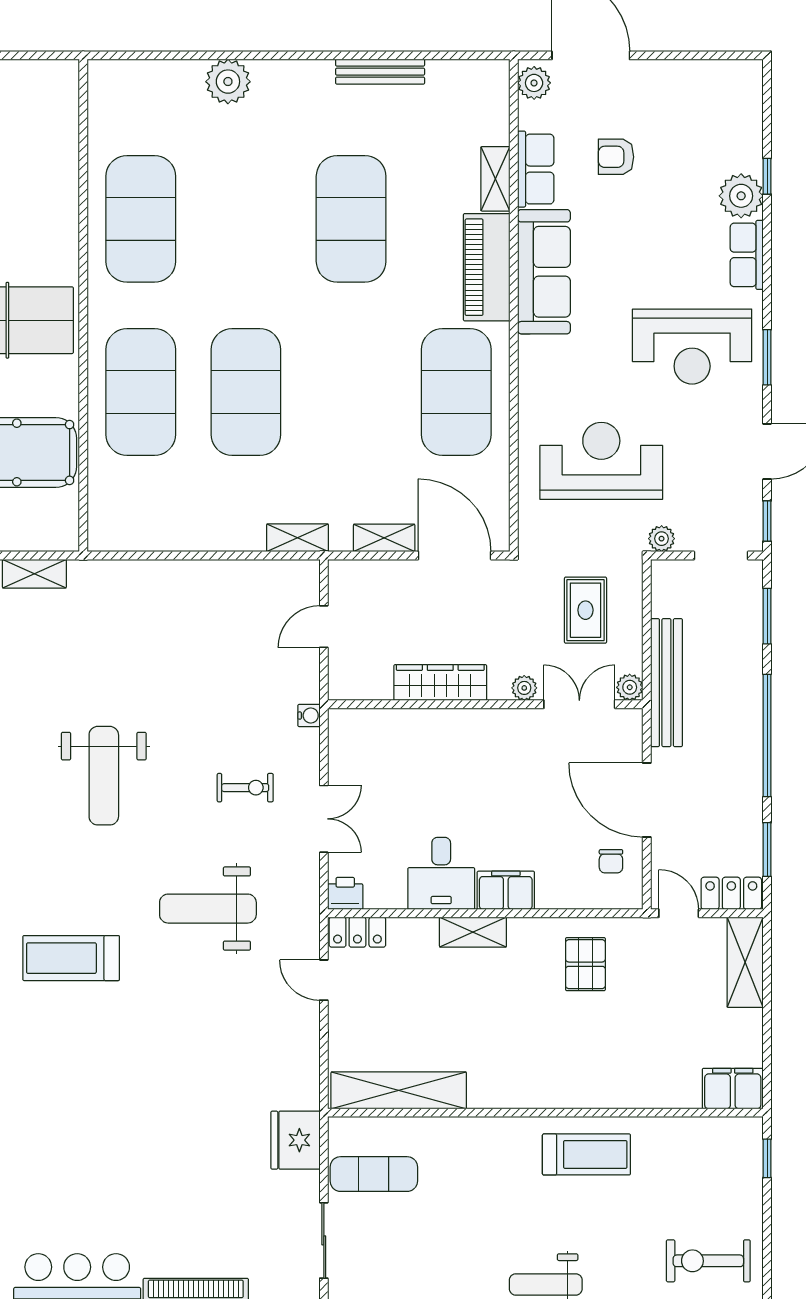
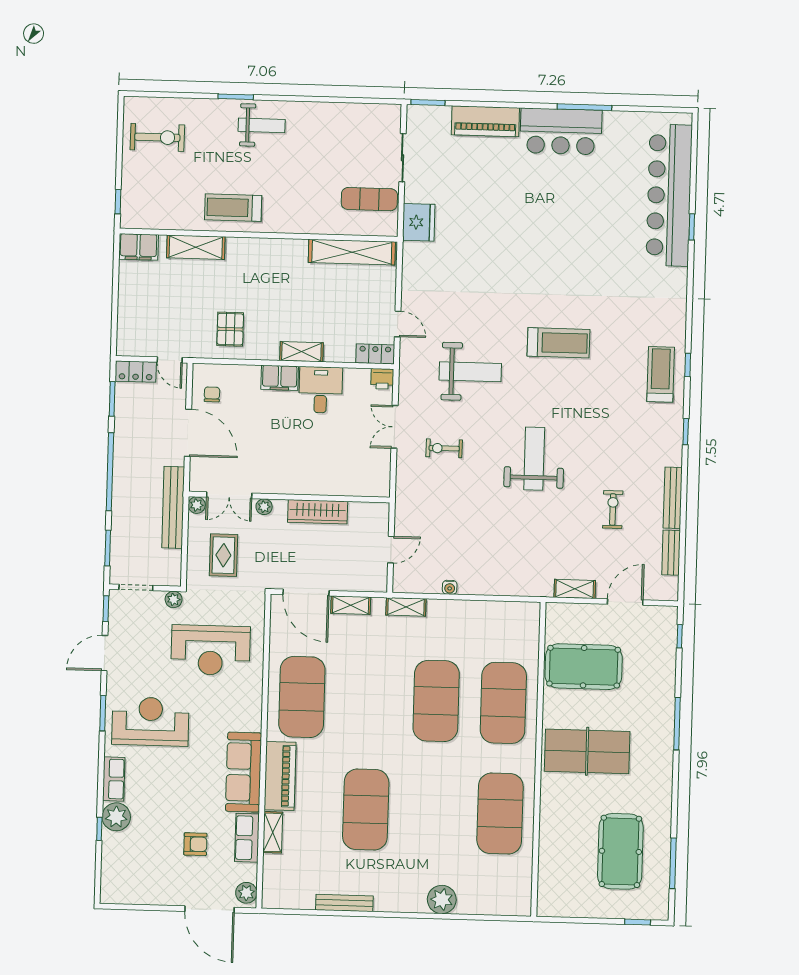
water cooler: (309, 716) -> (450, 587), moved, turned -90
shelving: (745, 962) -> (196, 247), moved, turned 90

